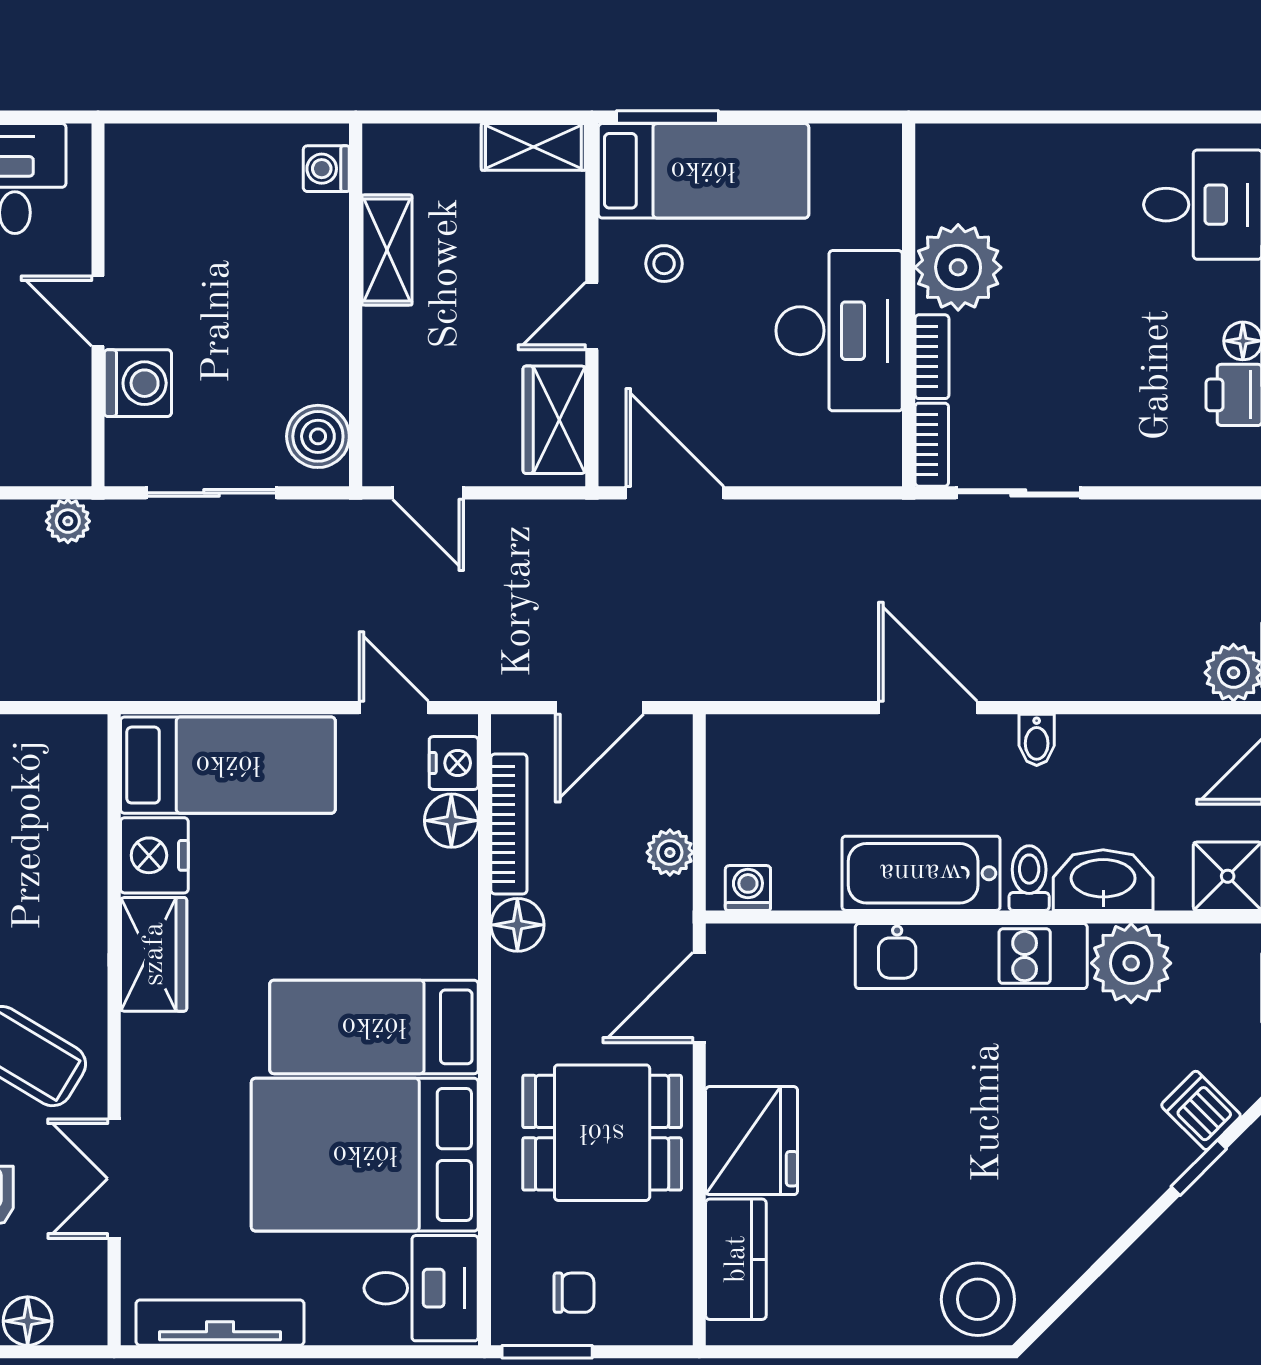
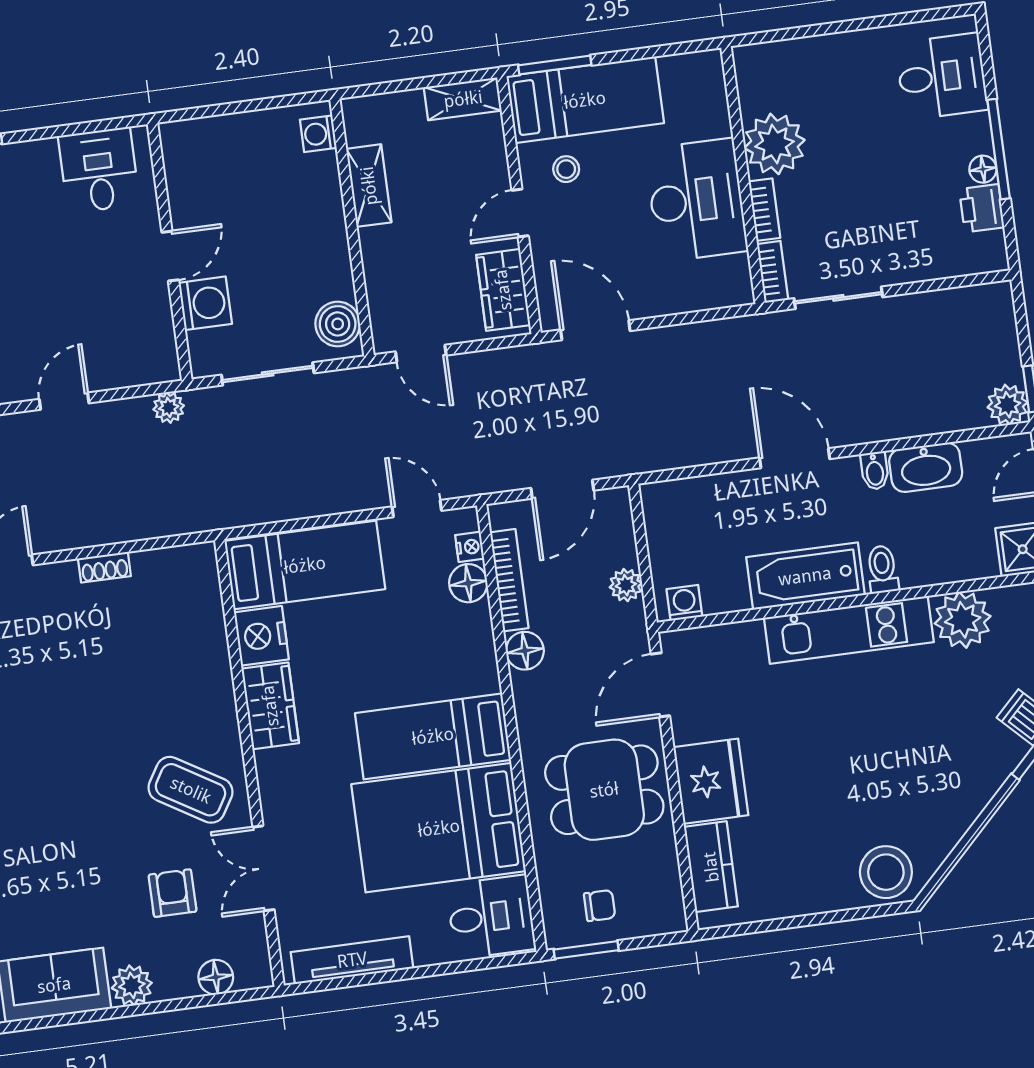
door: (98, 311) -> (170, 256), swing flipped
nightstand: (454, 763) -> (470, 547), width x0.72, depth x0.74
washbasin: (1103, 880) -> (926, 467), moved, turned 180

